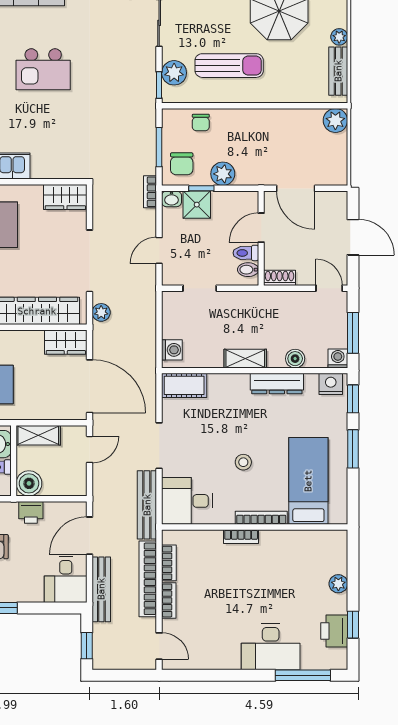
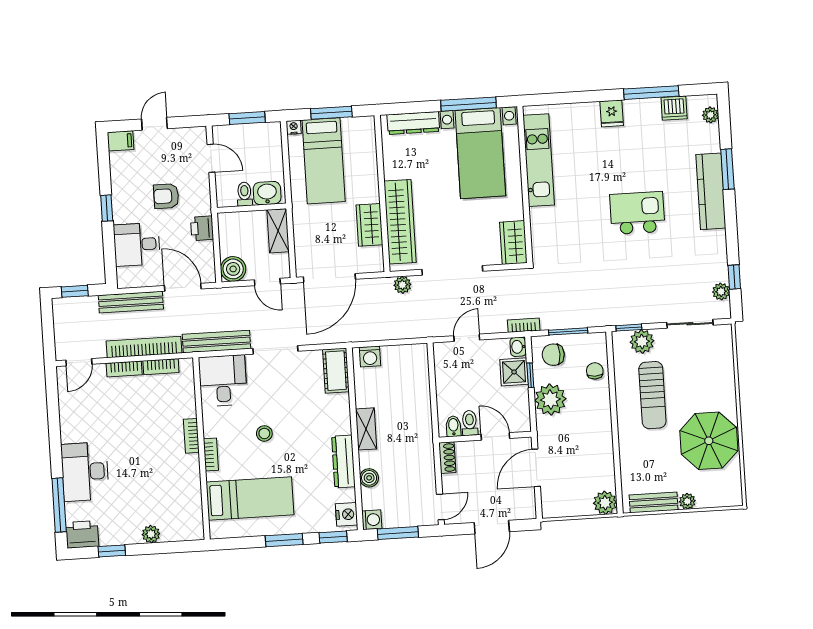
kitchen island: (43, 69) -> (637, 213), turned 90
chair: (201, 122) -> (595, 371), turned 90
plant: (223, 174) -> (550, 400), width x1.36, depth x1.36
door: (159, 250) -> (467, 338), hinge flipped
doorway: (200, 288) -> (432, 380), removed
wardrobe: (66, 342) -> (369, 225), moved
boiler: (29, 483) -> (233, 269), moved
bookcase: (261, 518) -> (211, 454), width x0.64
desk: (66, 580) -> (137, 244), moved
printer: (334, 631) -> (82, 534), moved

